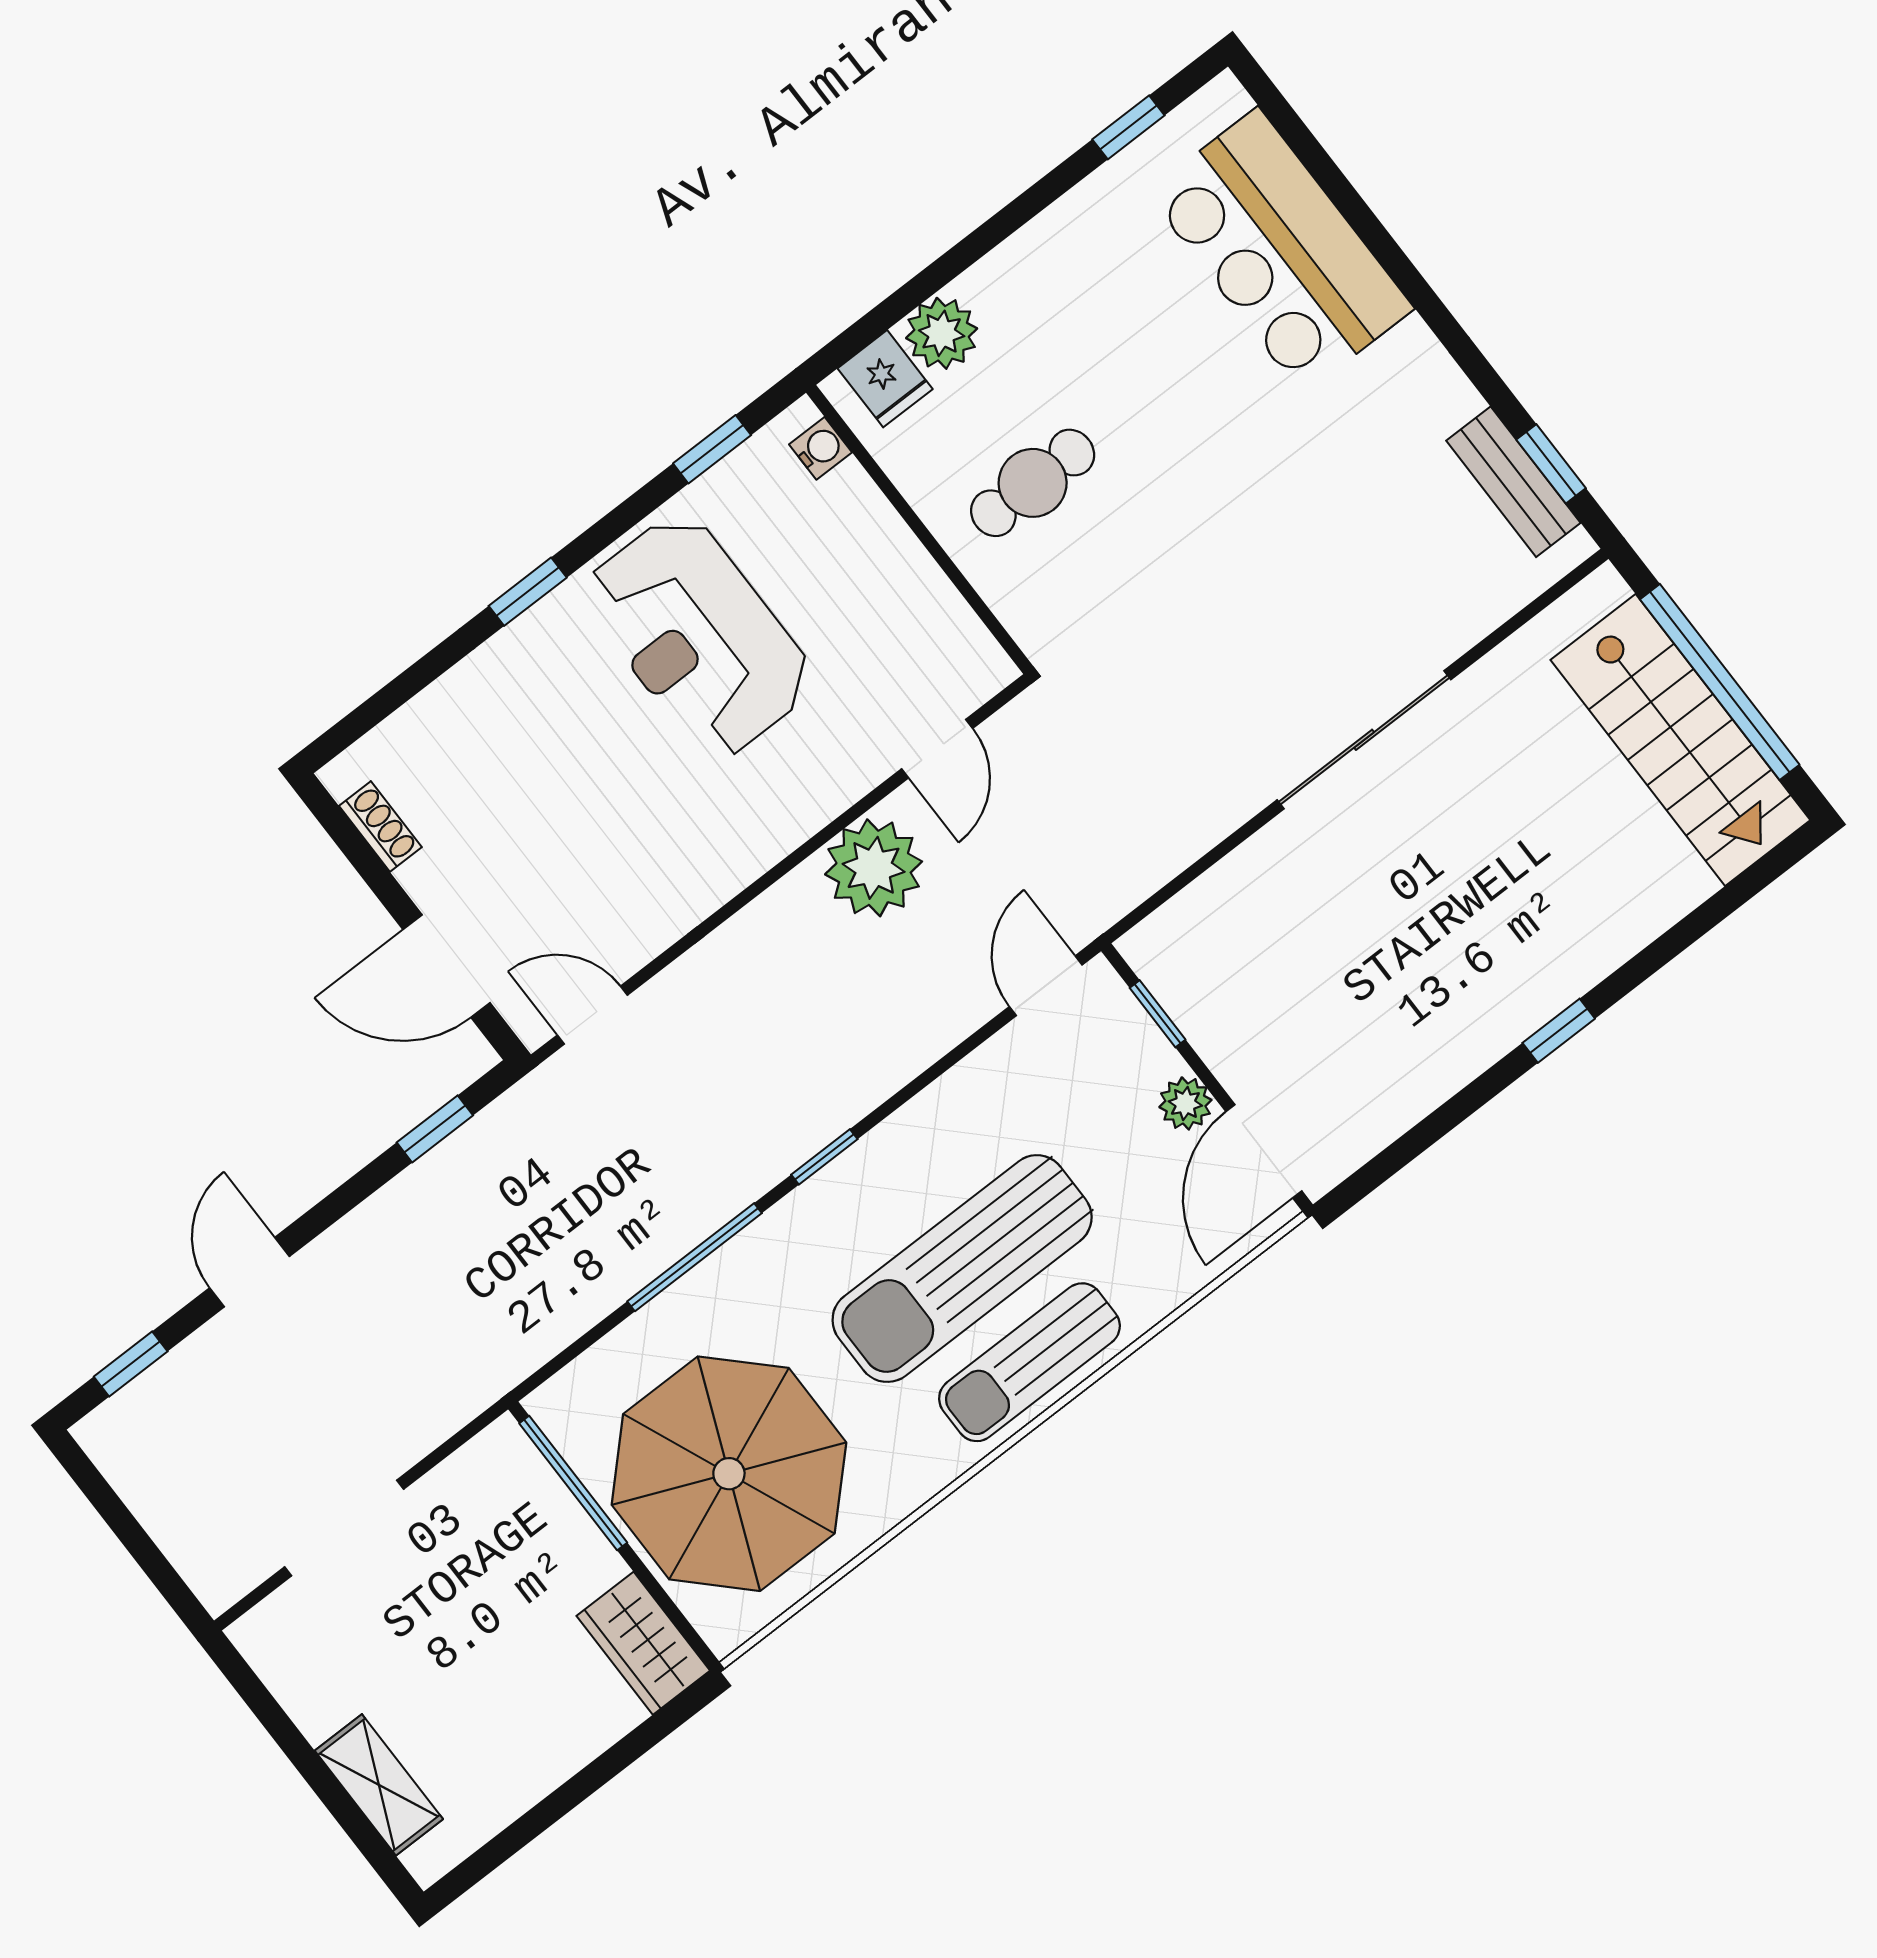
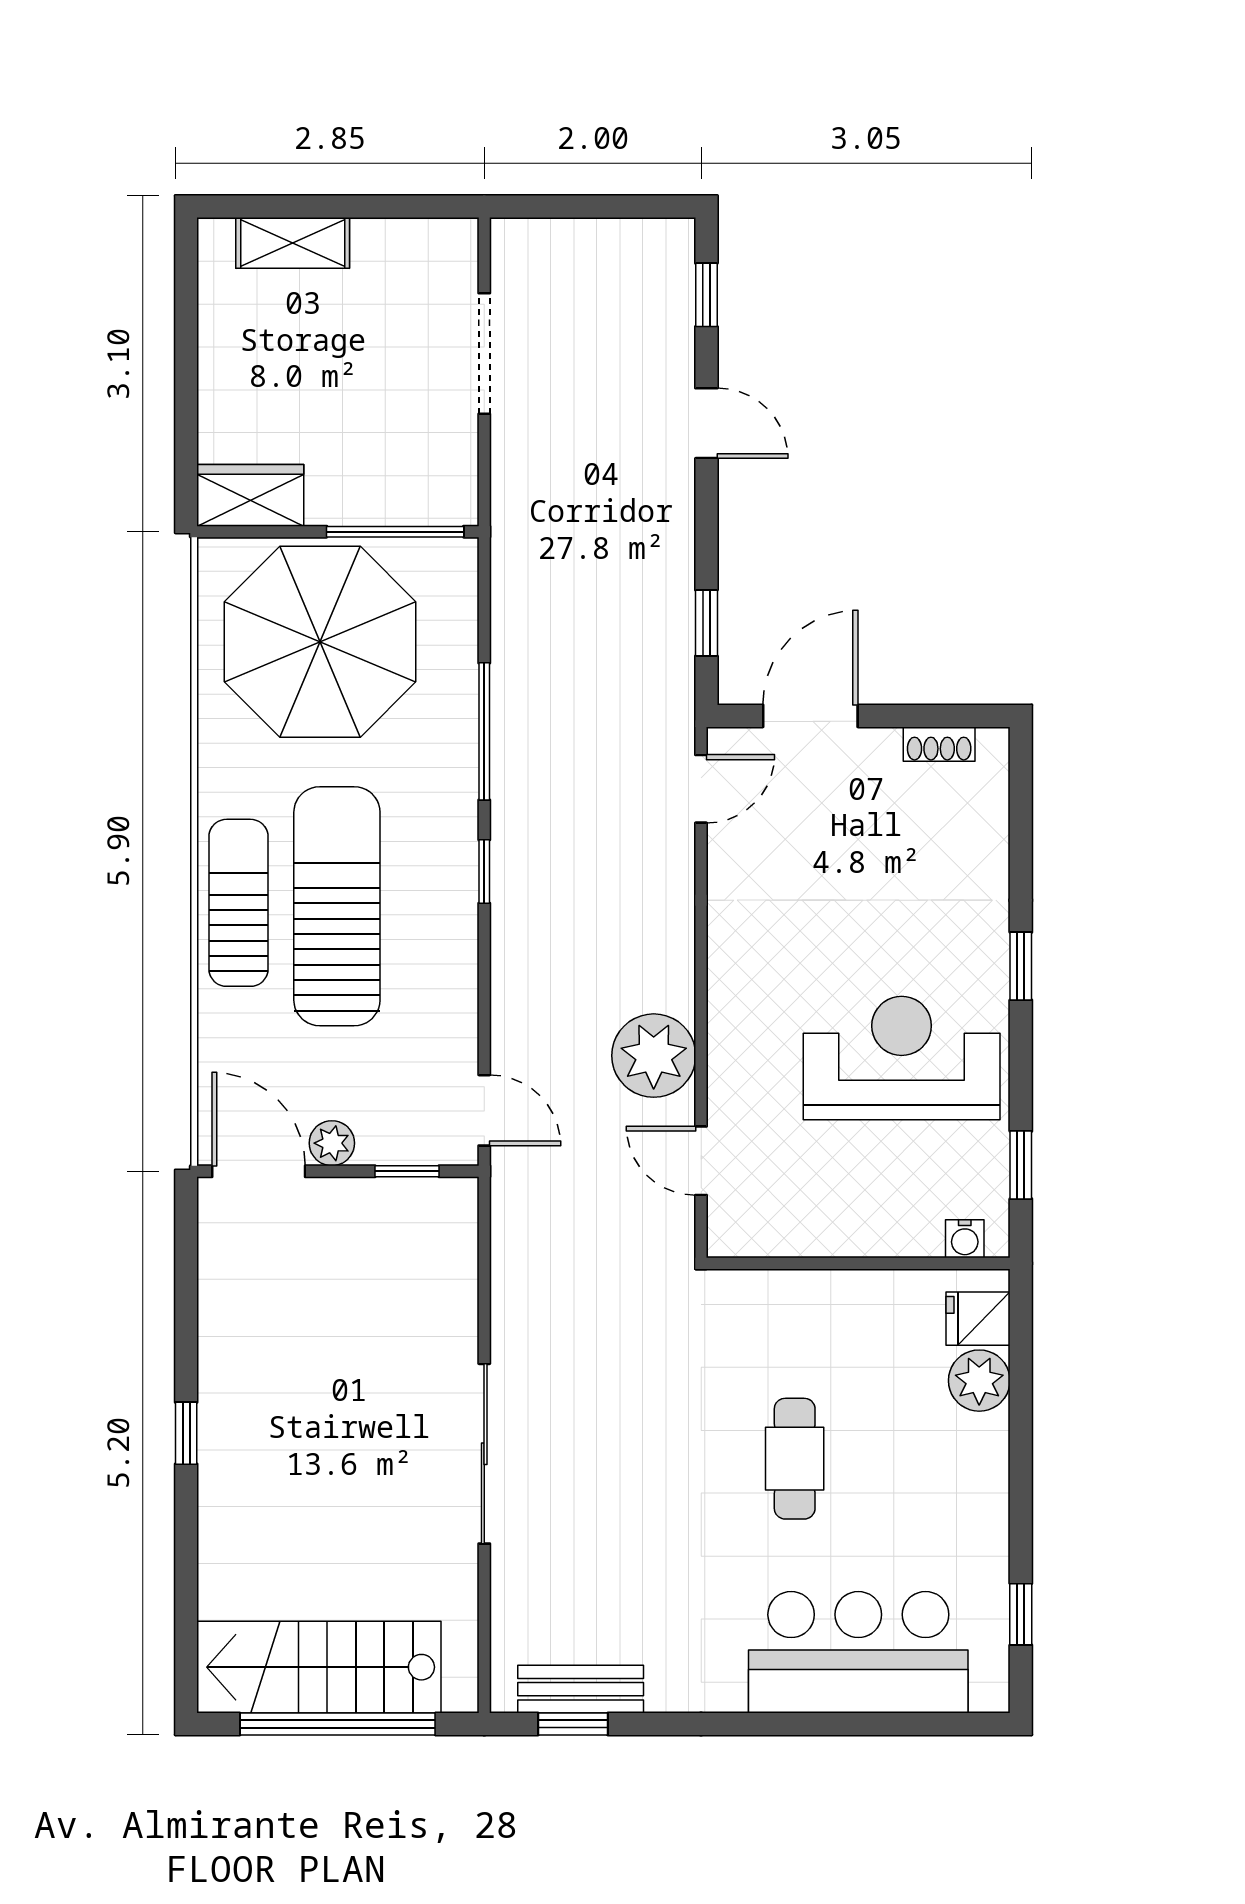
cafe table: (1033, 483) -> (795, 1459), moved

